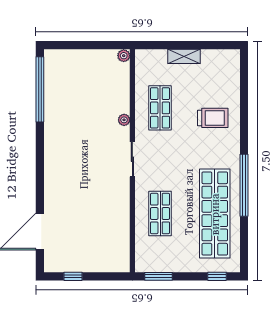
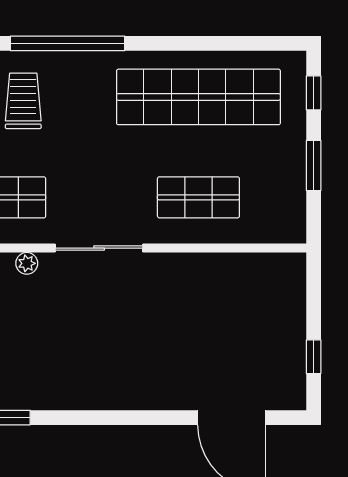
sliding door: (132, 159) -> (99, 248), width x1.37
window: (244, 185) -> (67, 43), moved
window: (159, 276) -> (314, 165), moved

